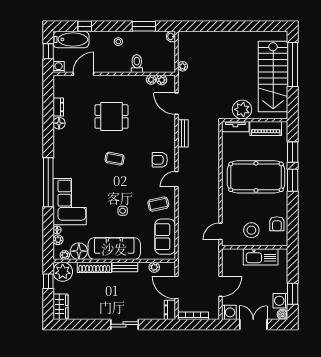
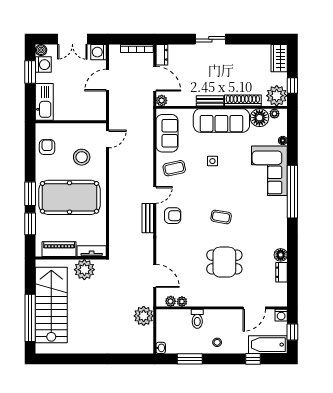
plant: (183, 66) -> (144, 316), width x1.87, depth x1.87
bench: (183, 133) -> (148, 218), moved
stool: (251, 230) -> (82, 157), moved
plant: (58, 240) -> (282, 130), removed
kitchen sink: (261, 257) -> (44, 102), moved, turned 90
plant: (154, 267) -> (162, 100), moved

